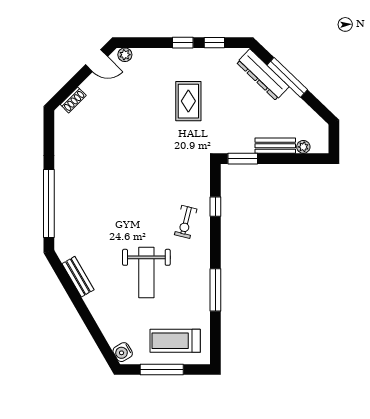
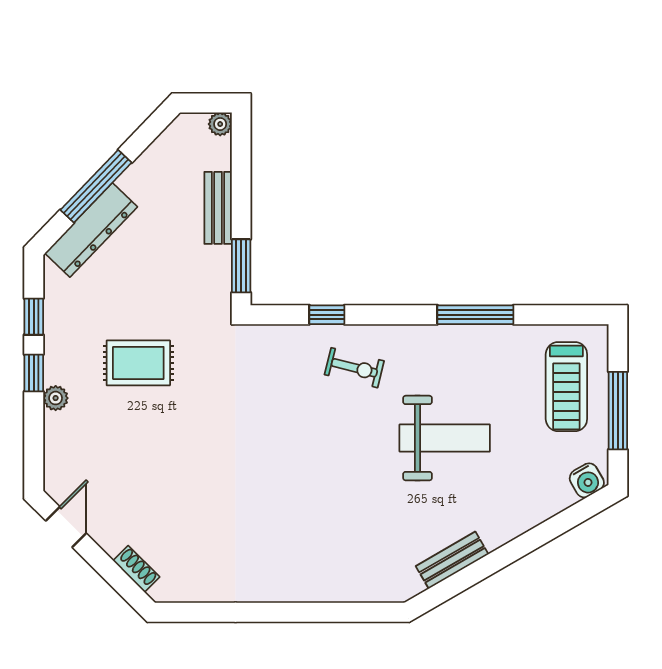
plant: (125, 55) -> (56, 398), moved
plant: (303, 147) -> (220, 124), moved
window: (49, 203) -> (321, 612), removed

